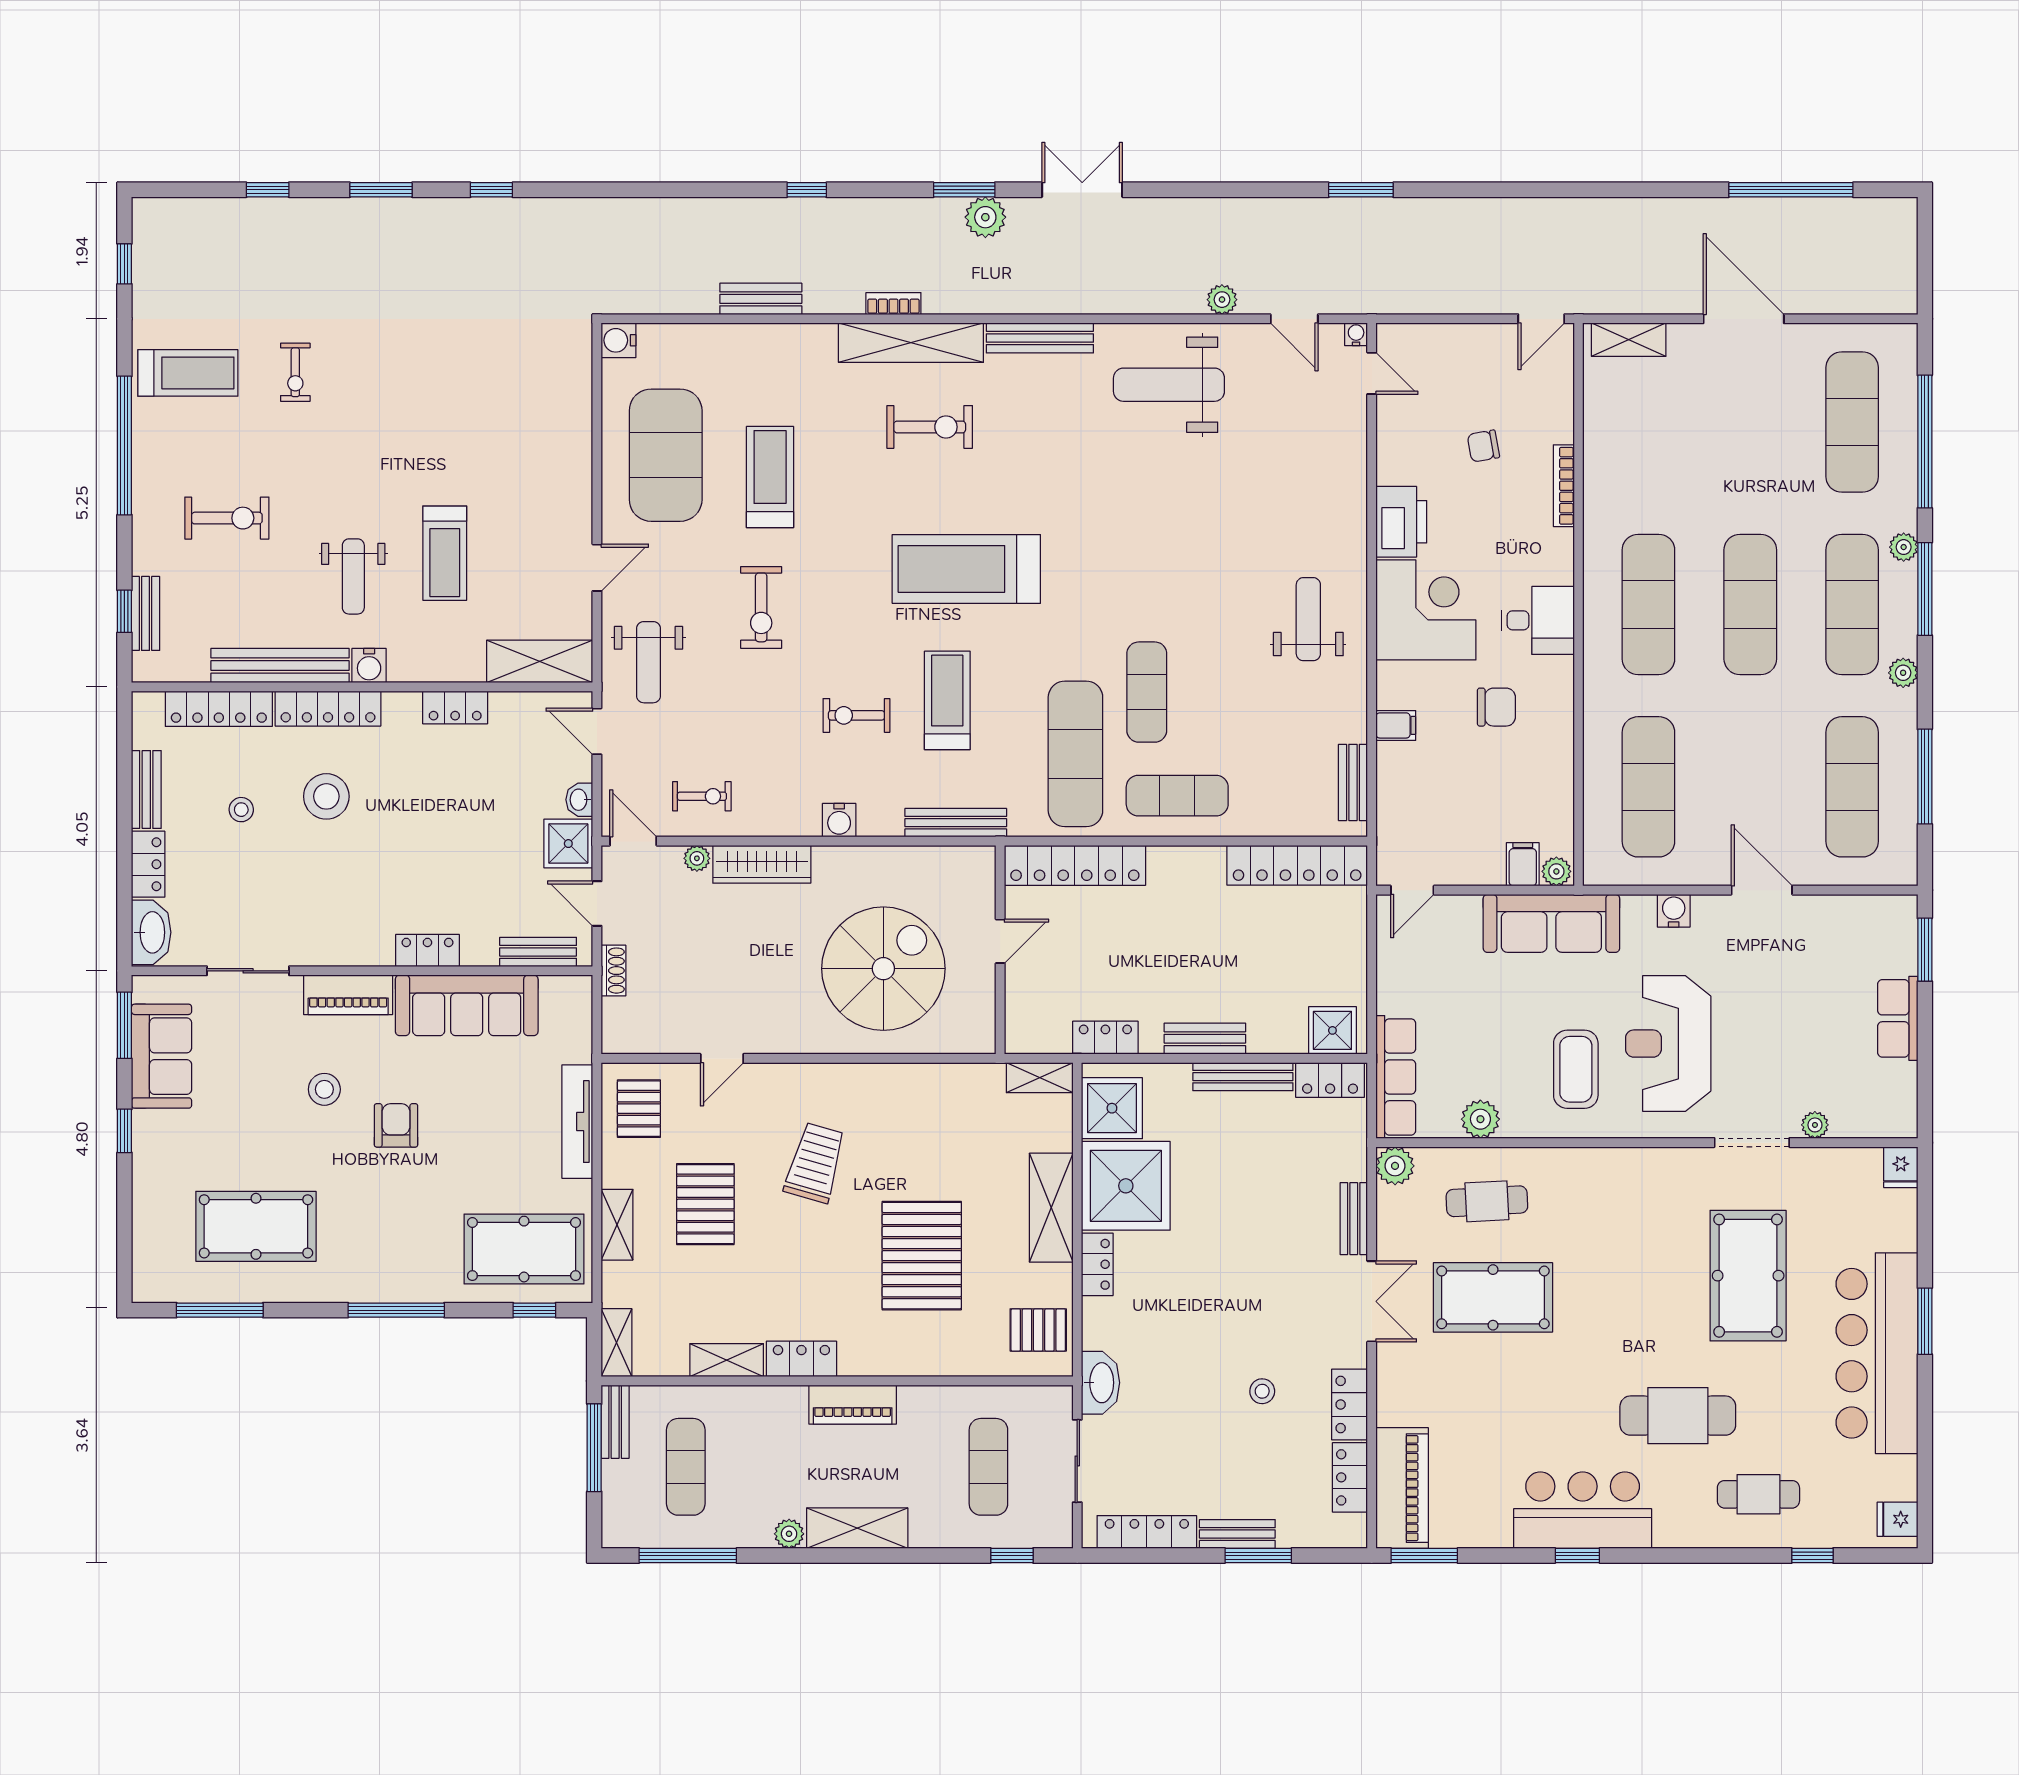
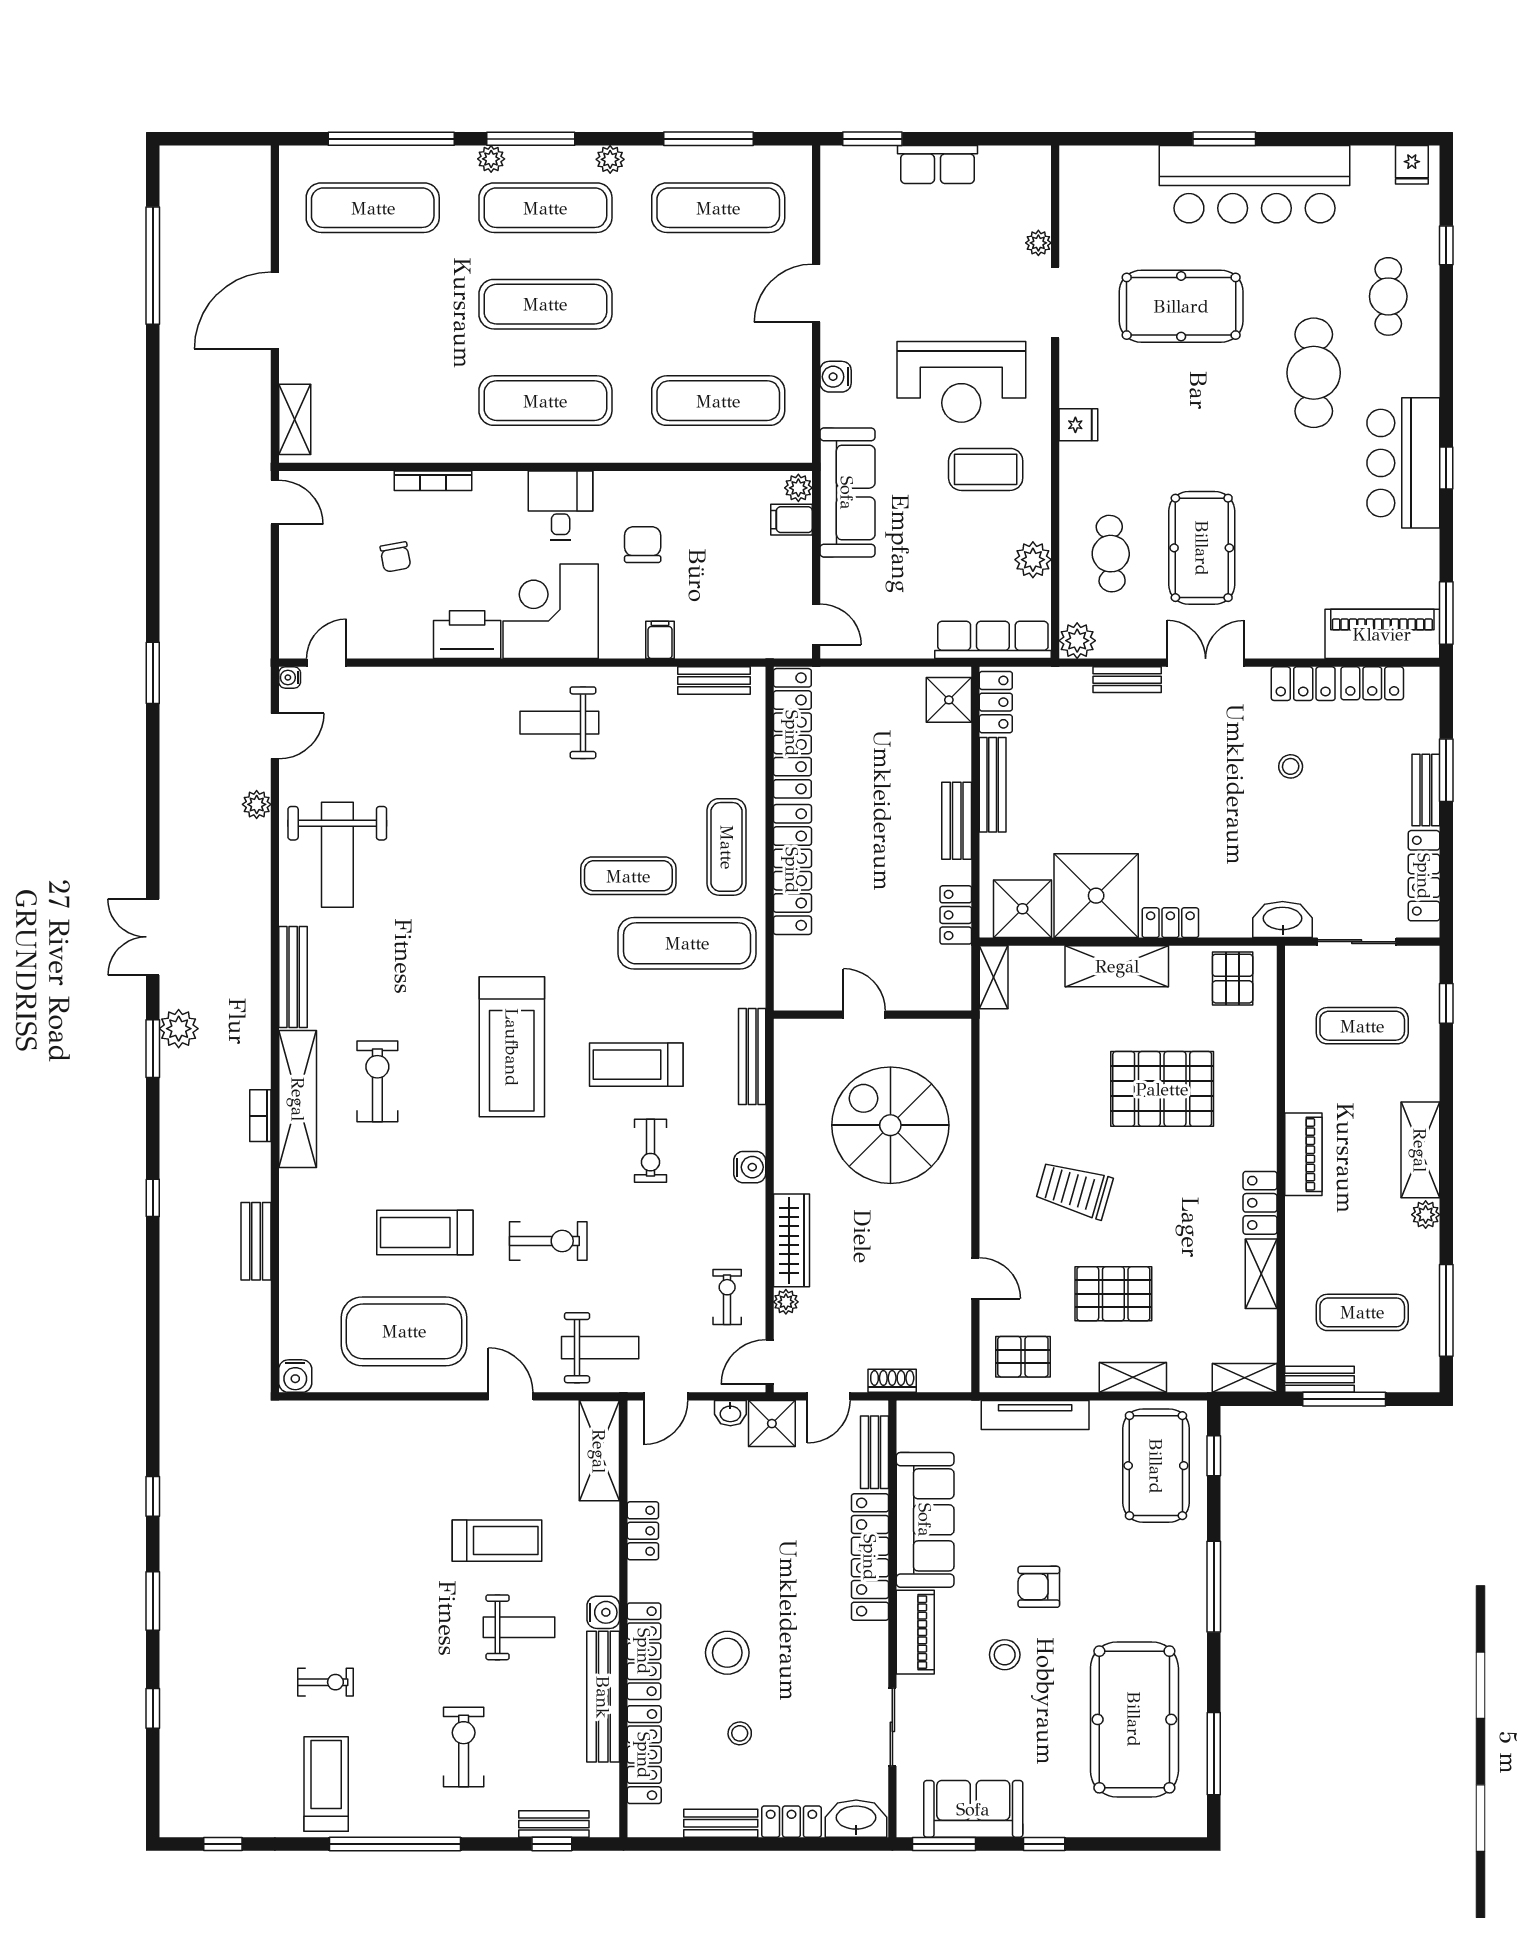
locker: (1075, 865) -> (792, 870), moved
locker: (427, 950) -> (870, 1557), width x2.16, depth x1.21
fridge: (1901, 1167) -> (1078, 425), moved
pool table: (256, 1226) -> (1134, 1719), width x1.36, depth x1.32

